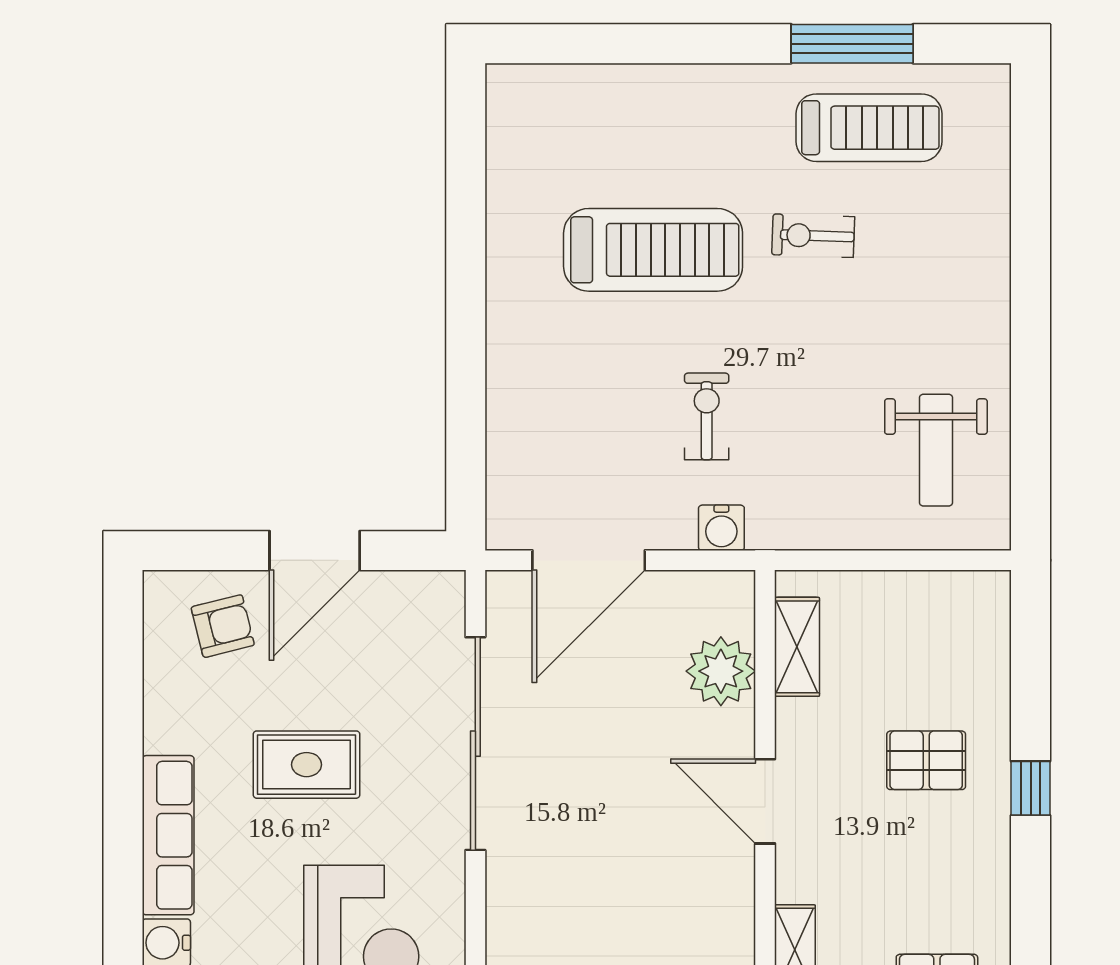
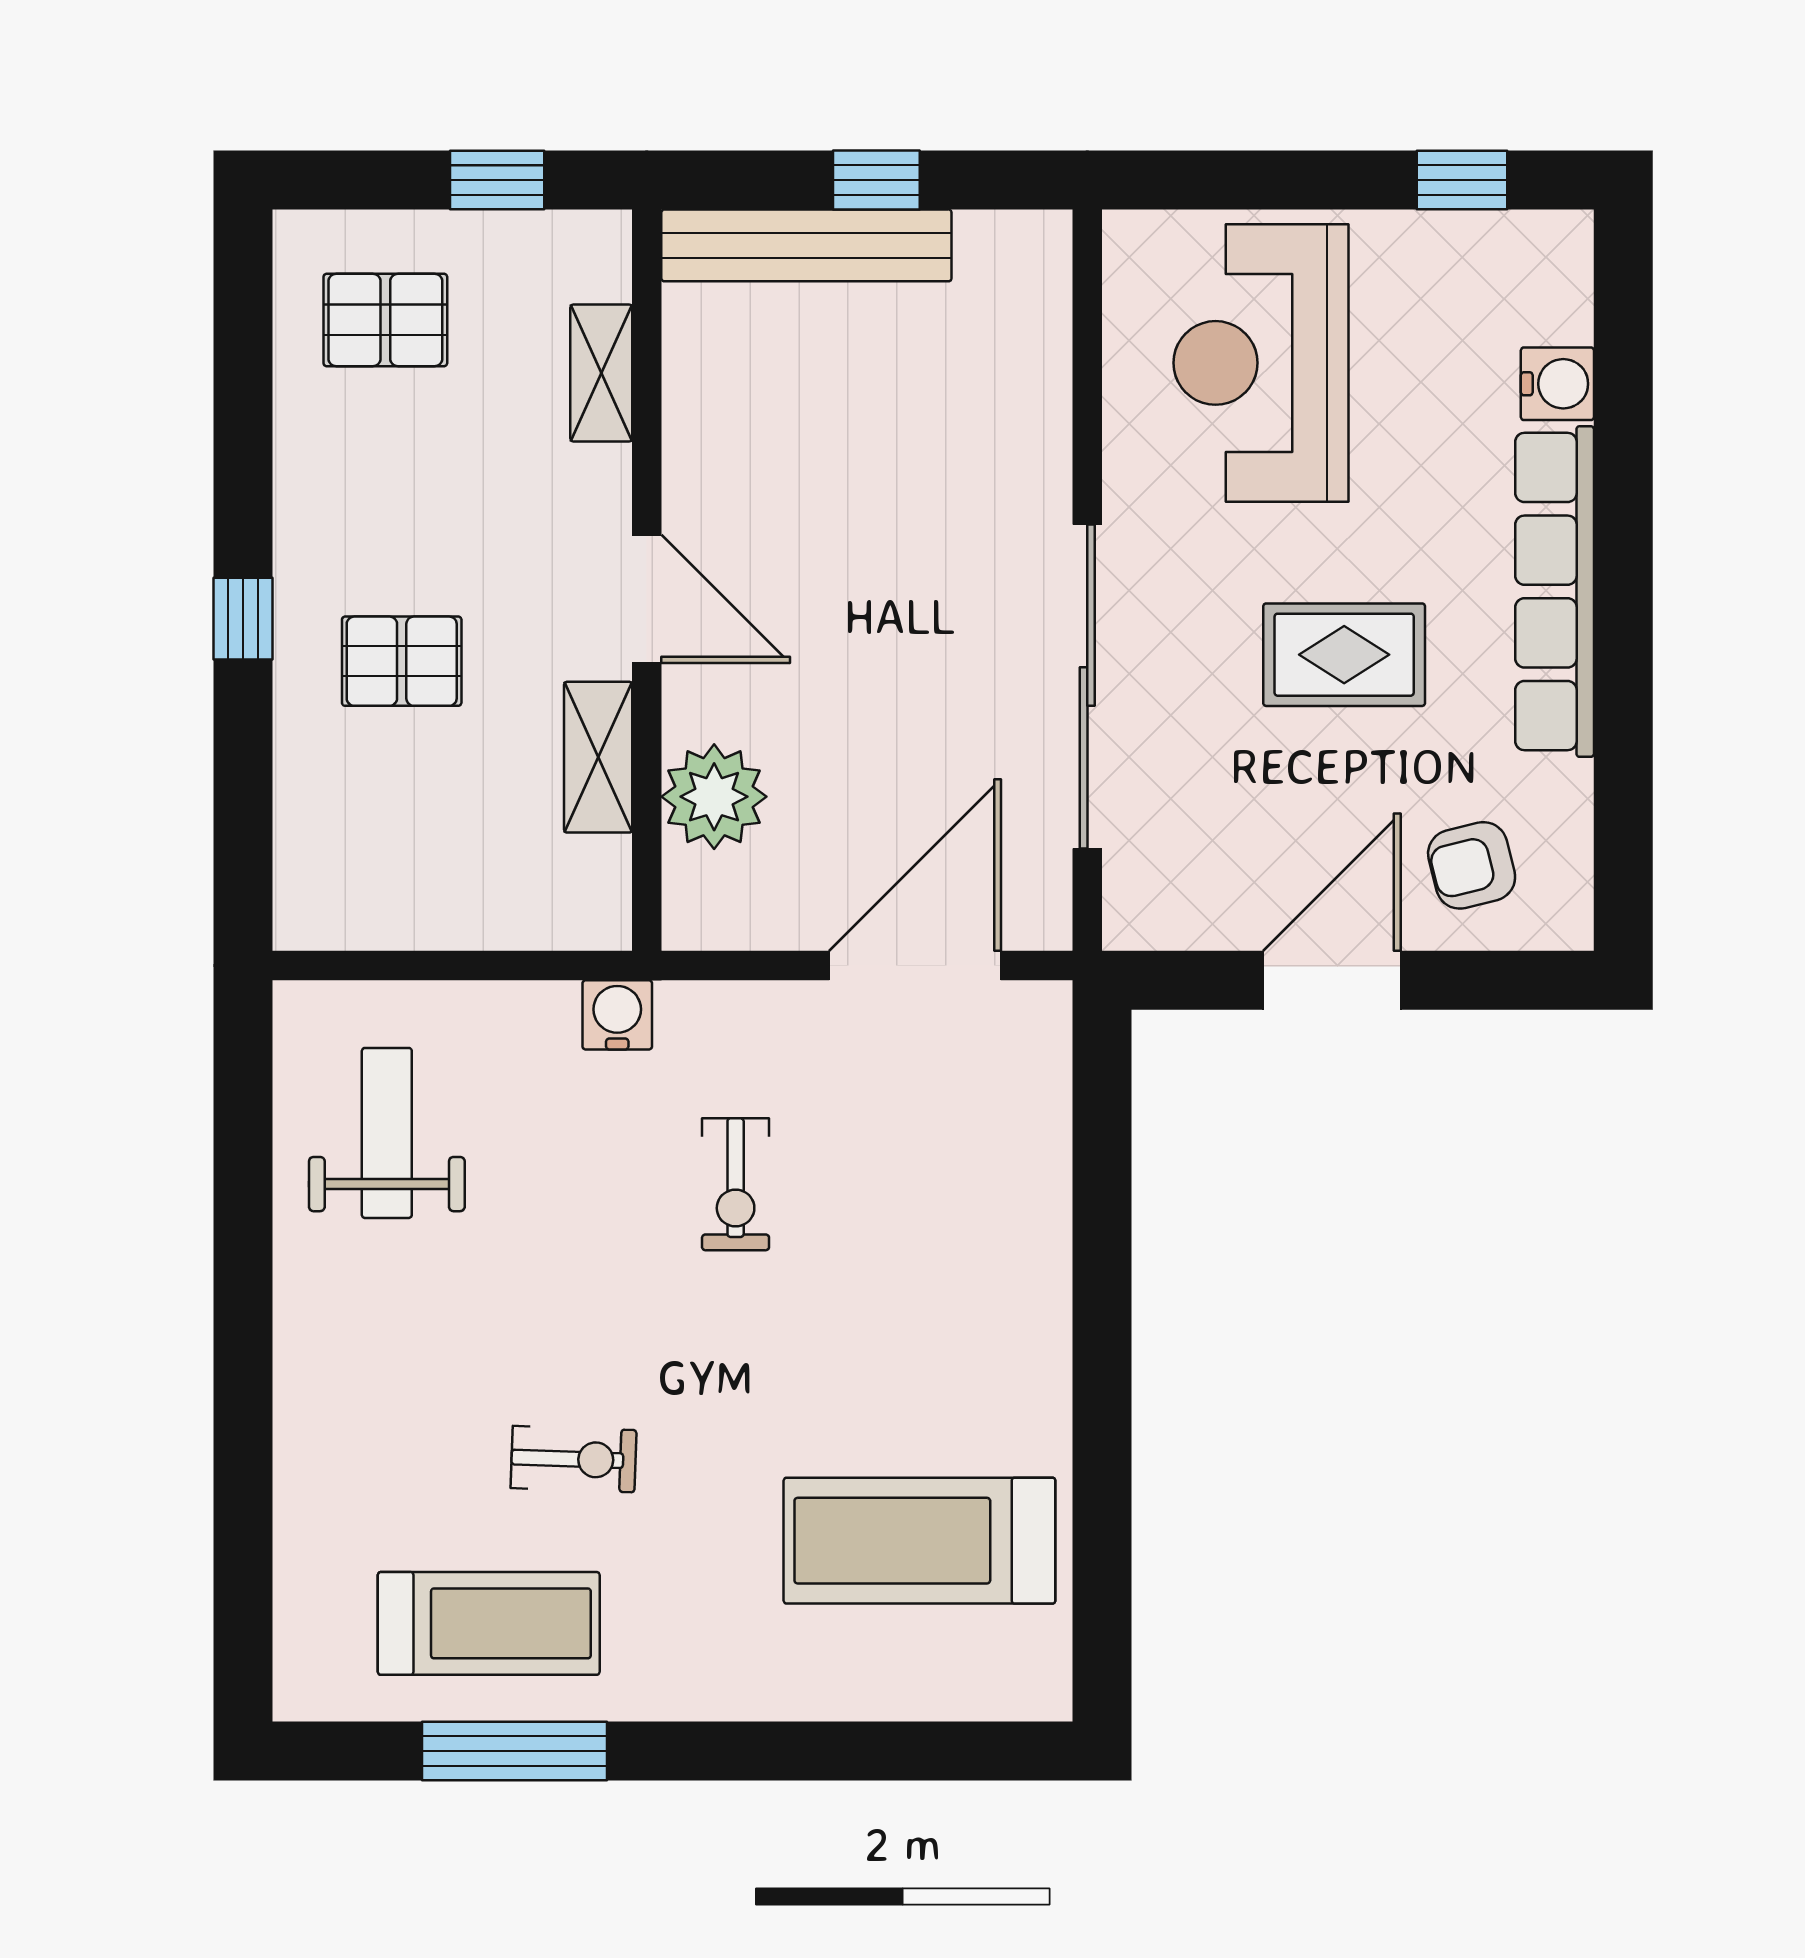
treadmill: (869, 128) -> (489, 1623), turned 180
treadmill: (653, 250) -> (919, 1541), moved
water cooler: (721, 528) -> (617, 1015), moved
shelving: (797, 647) -> (598, 757), moved
row of seats: (168, 835) -> (1555, 592), width x1.36

